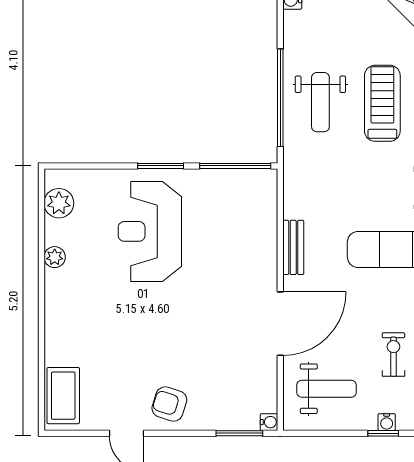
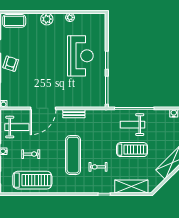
plant: (59, 203) -> (47, 19), moved
reception desk: (150, 231) -> (80, 56), turned 90
door: (280, 324) -> (43, 108), hinge flipped
weight bench: (327, 389) -> (17, 127), turned -90

